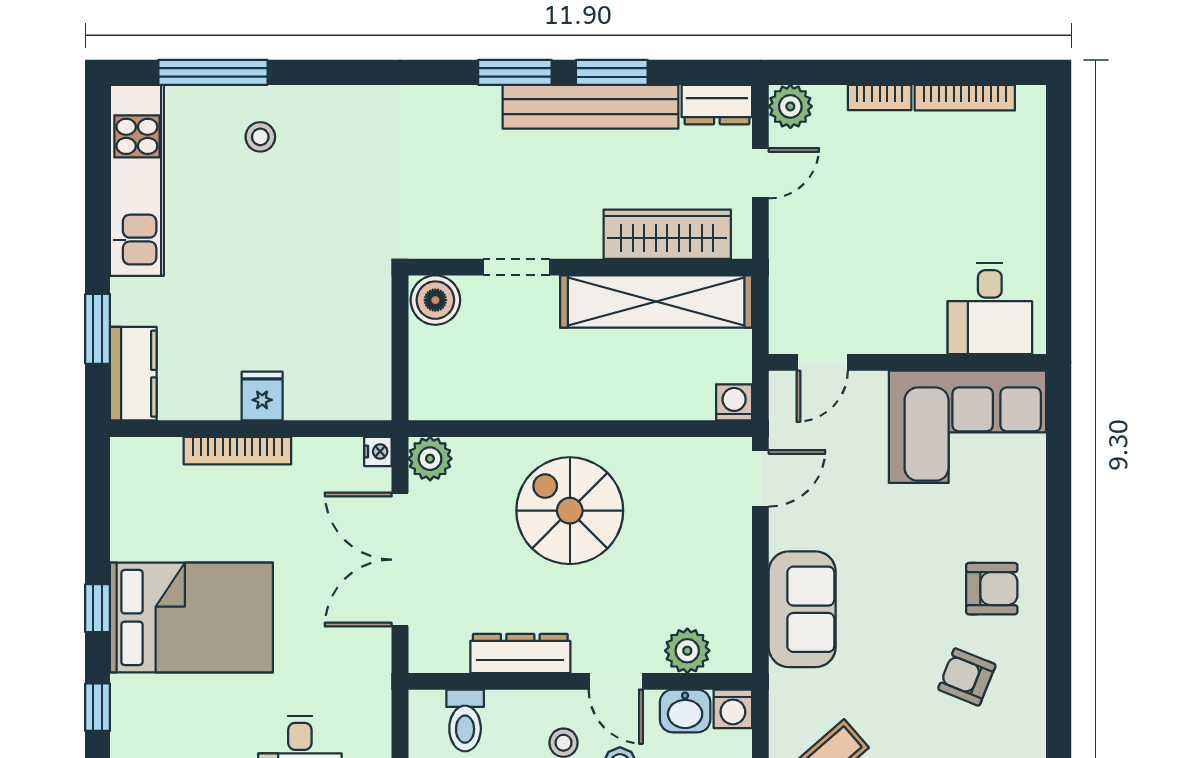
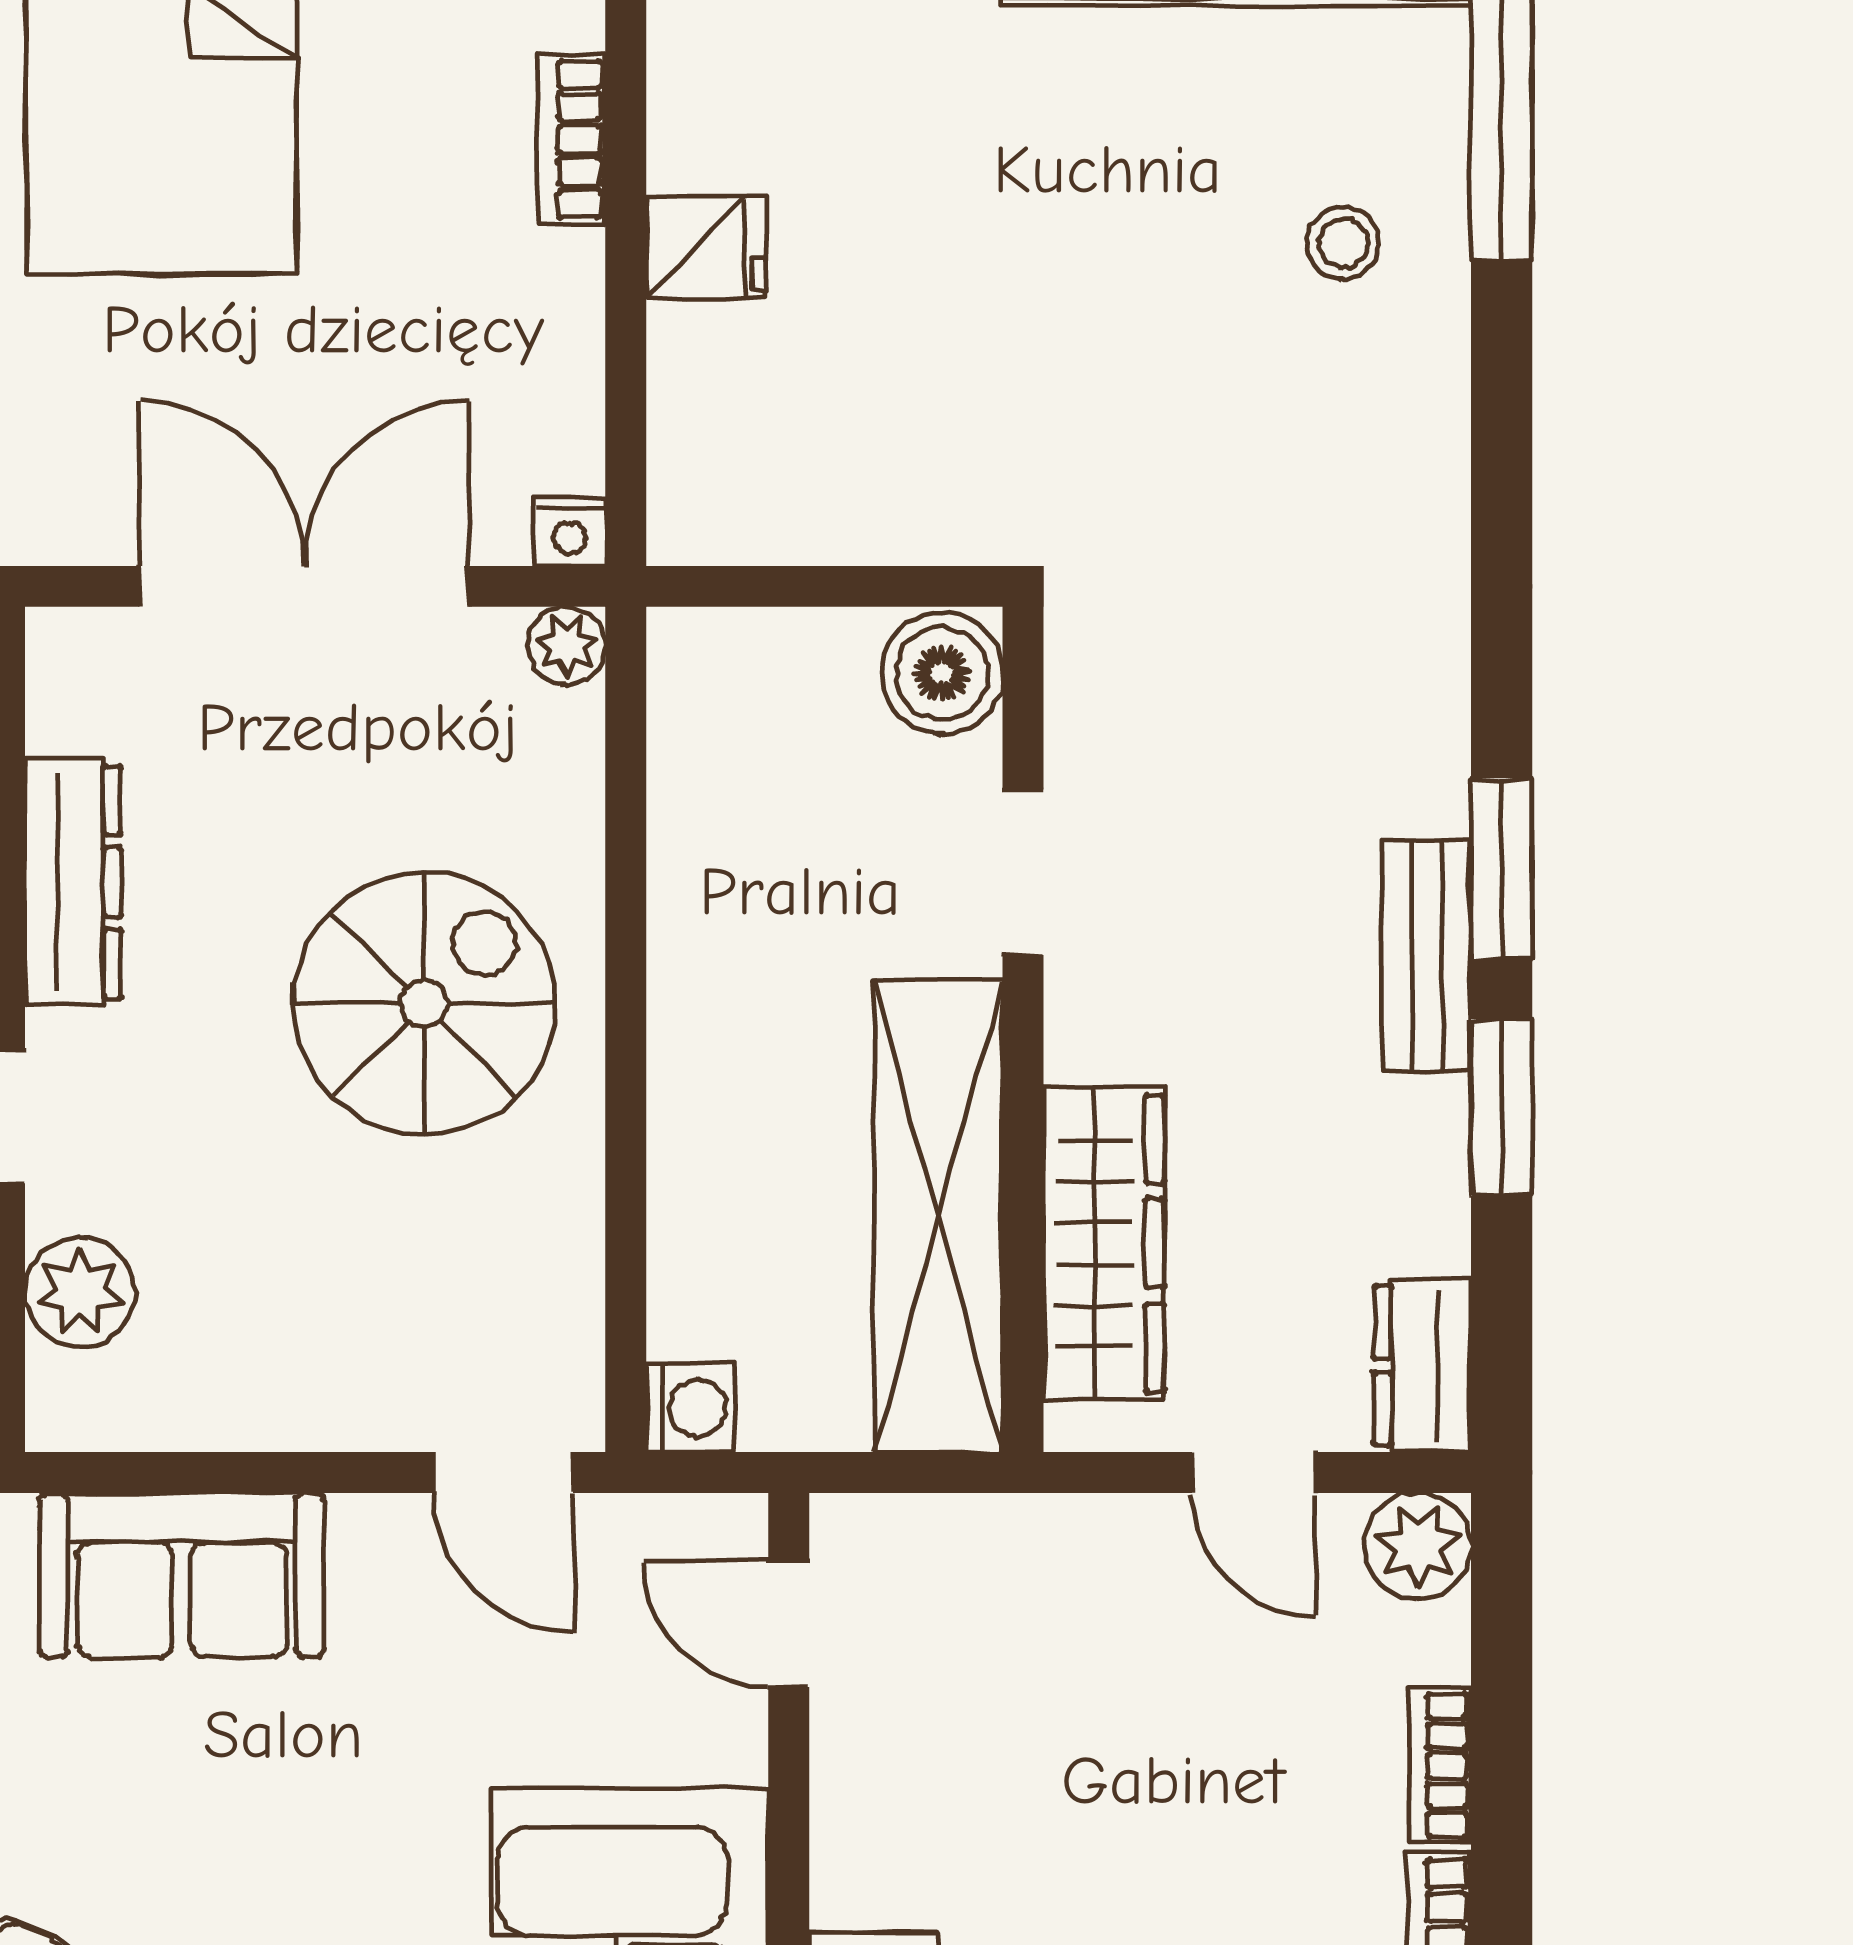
bench: (590, 107) -> (1427, 955), width x0.54, depth x0.82
bookcase: (237, 451) -> (572, 139), width x0.64
plant: (430, 459) -> (567, 646), width x0.73, depth x0.73

